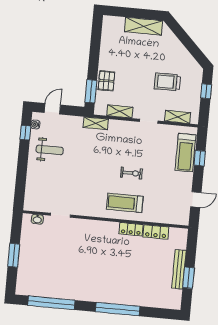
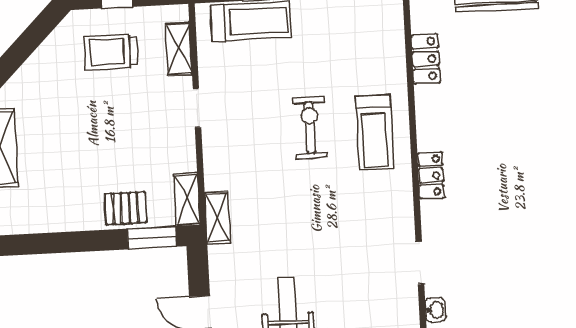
trolley: (167, 82) -> (111, 52), moved, turned 90
shelving: (120, 111) -> (187, 199), moved
exercise bike: (132, 173) -> (310, 128), width x1.38, depth x1.39
locker: (131, 229) -> (431, 175), moved

